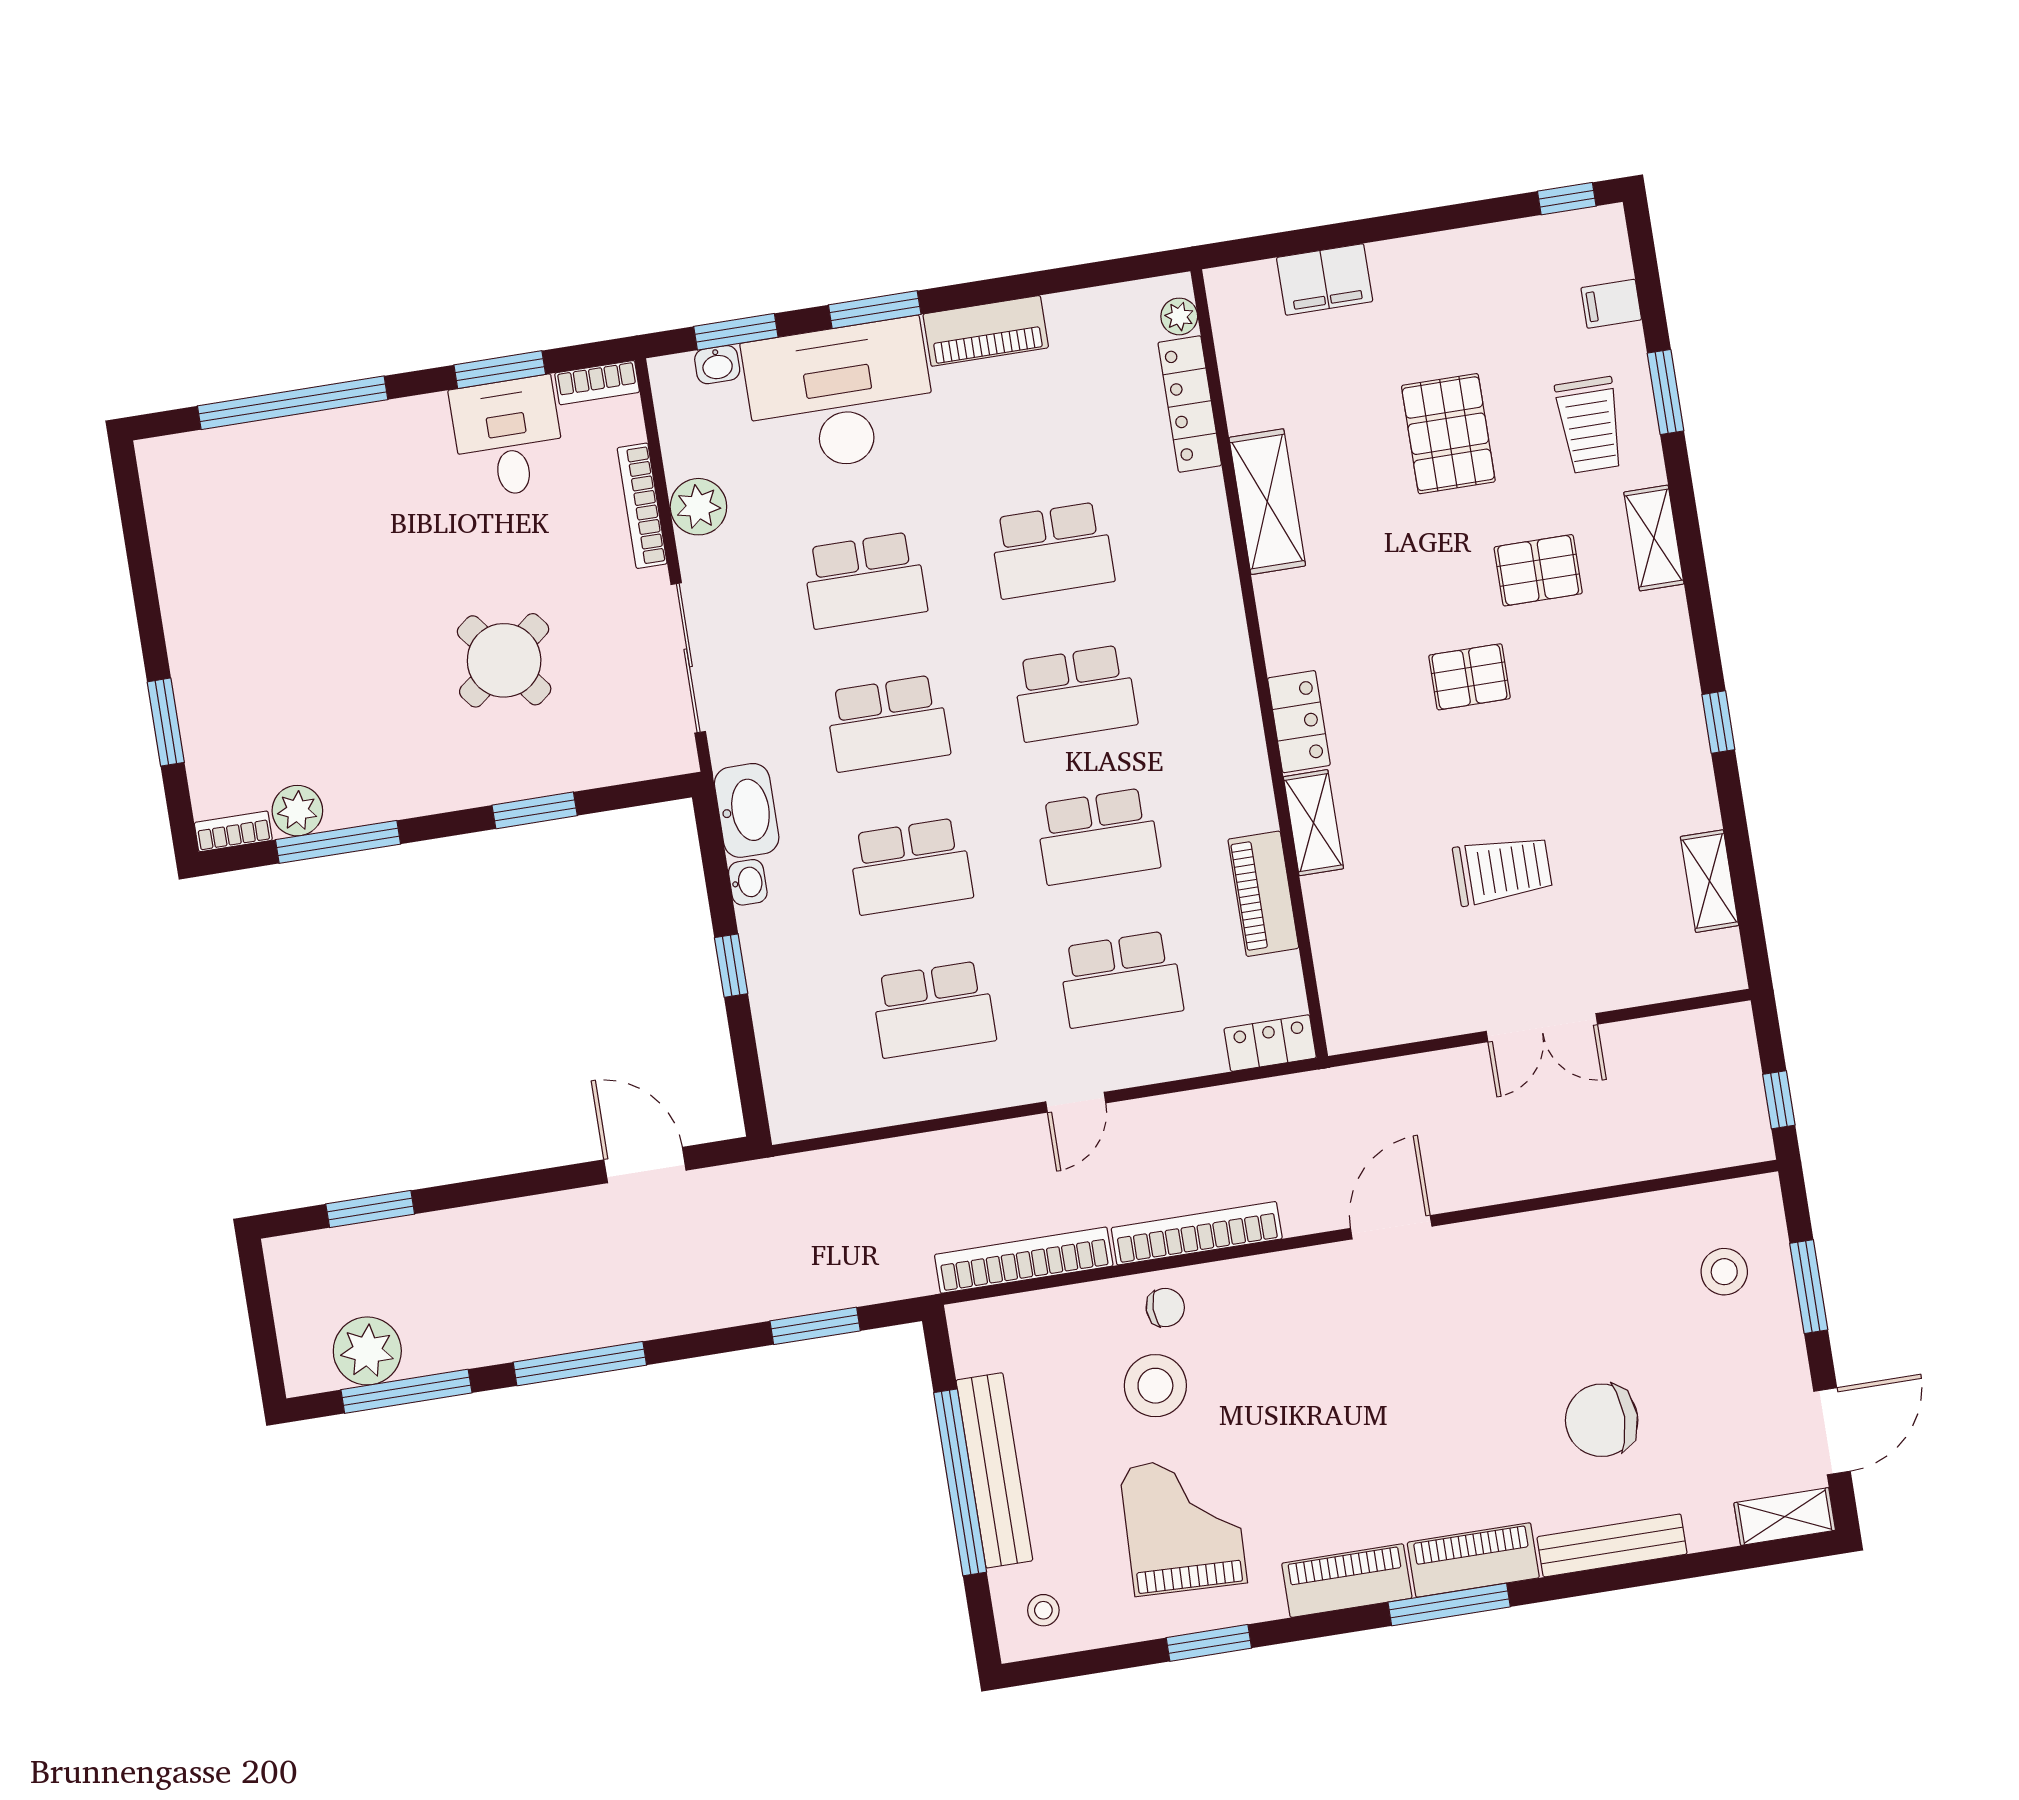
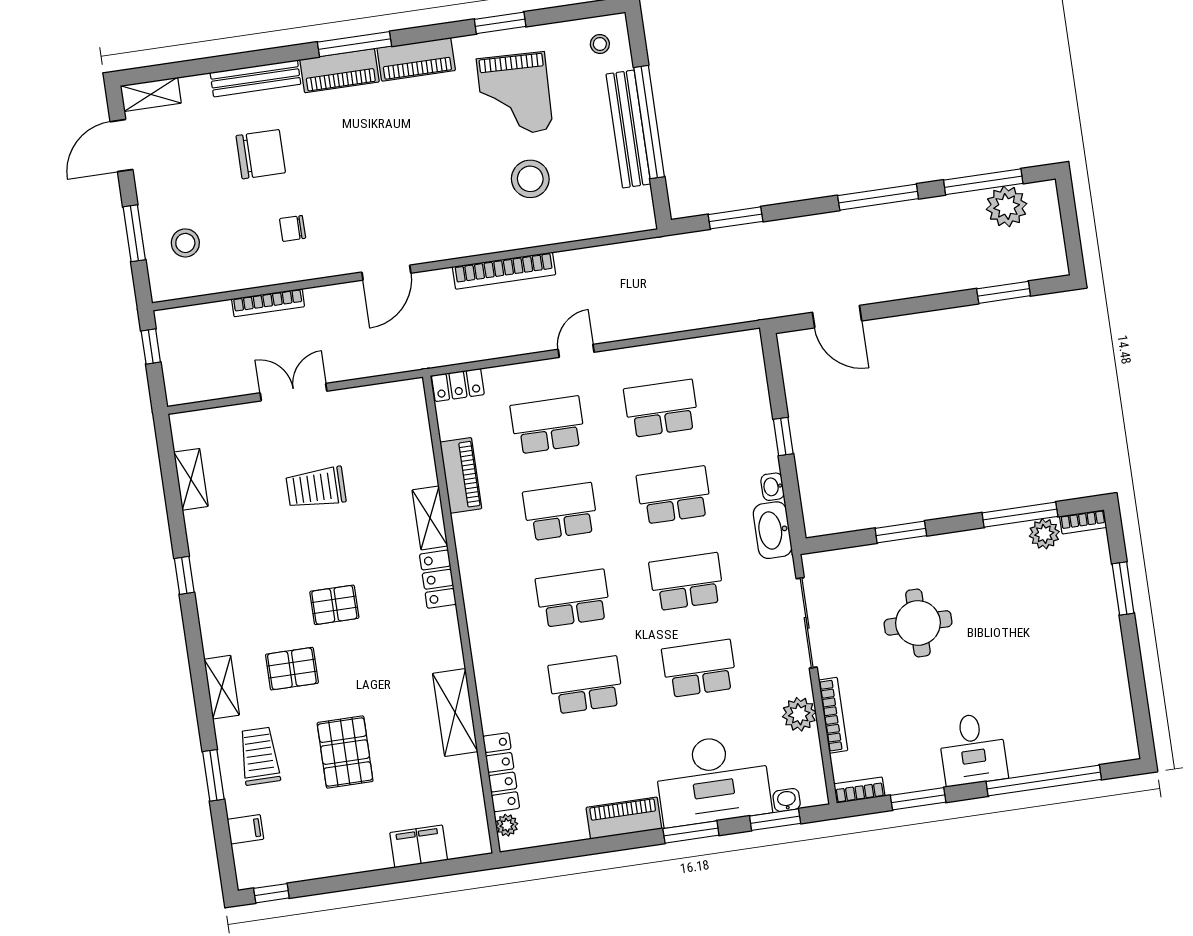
desk: (508, 437) -> (973, 749), moved
round table: (504, 660) -> (918, 623), turned 38
bookcase: (1024, 1260) -> (268, 303), moved, width x0.68, depth x0.76
chair: (1165, 1308) -> (293, 228), moved

